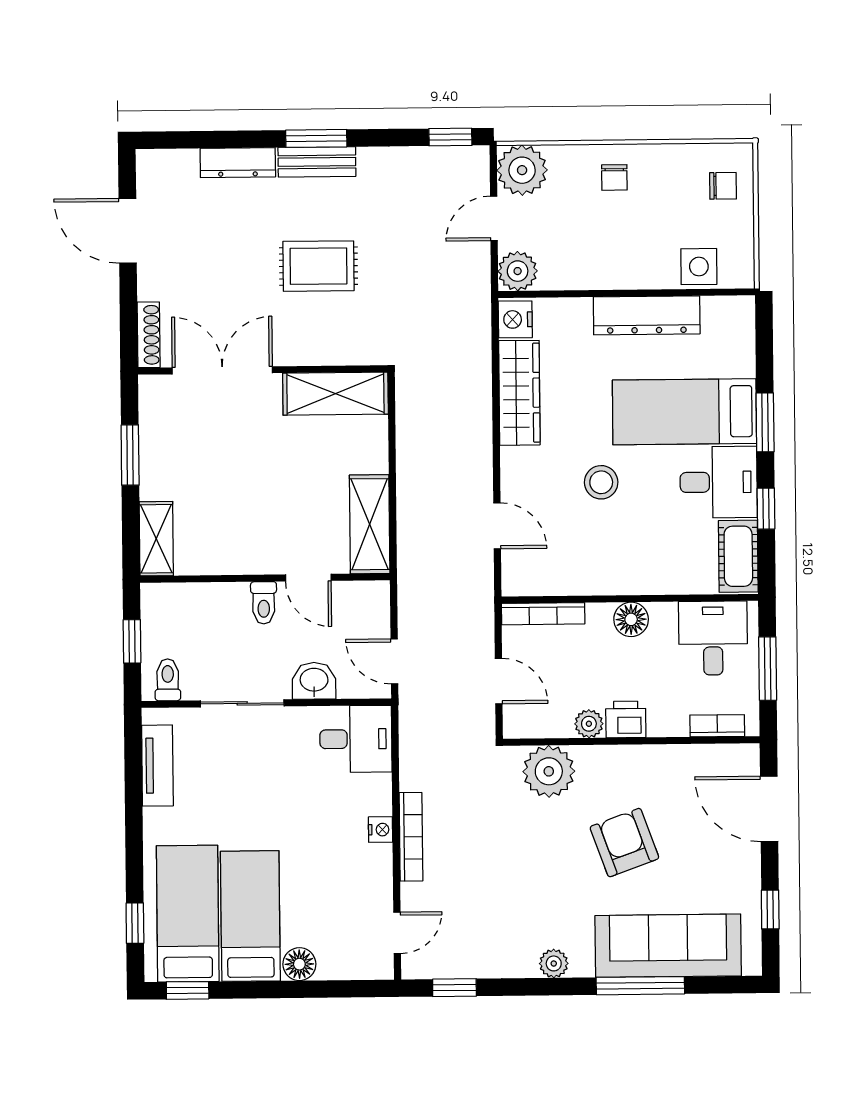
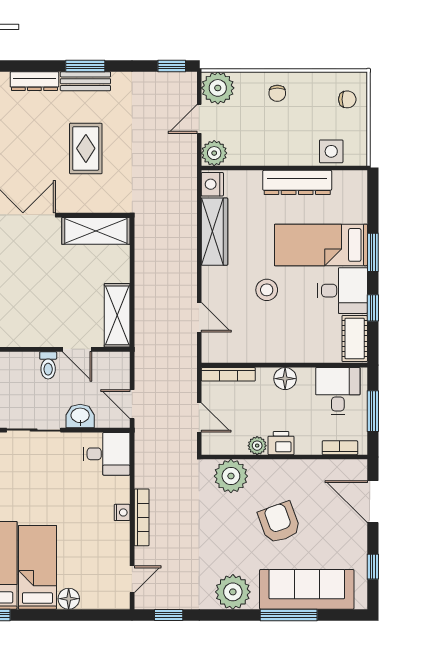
rug: (318, 266) -> (86, 148), turned 90
plant: (554, 963) -> (233, 592), width x1.87, depth x1.87

